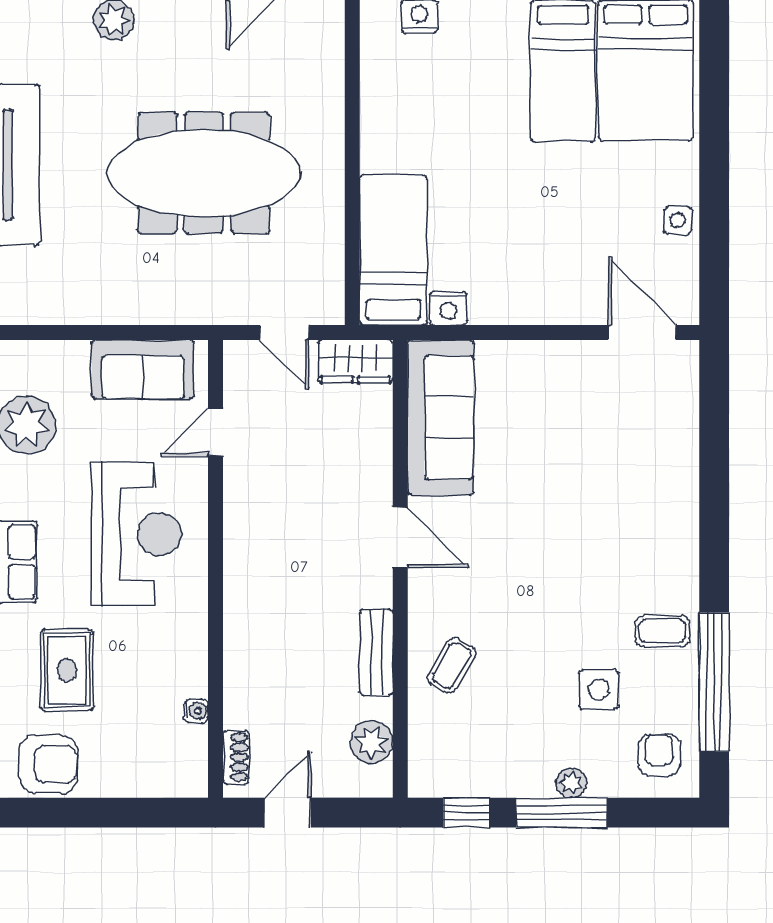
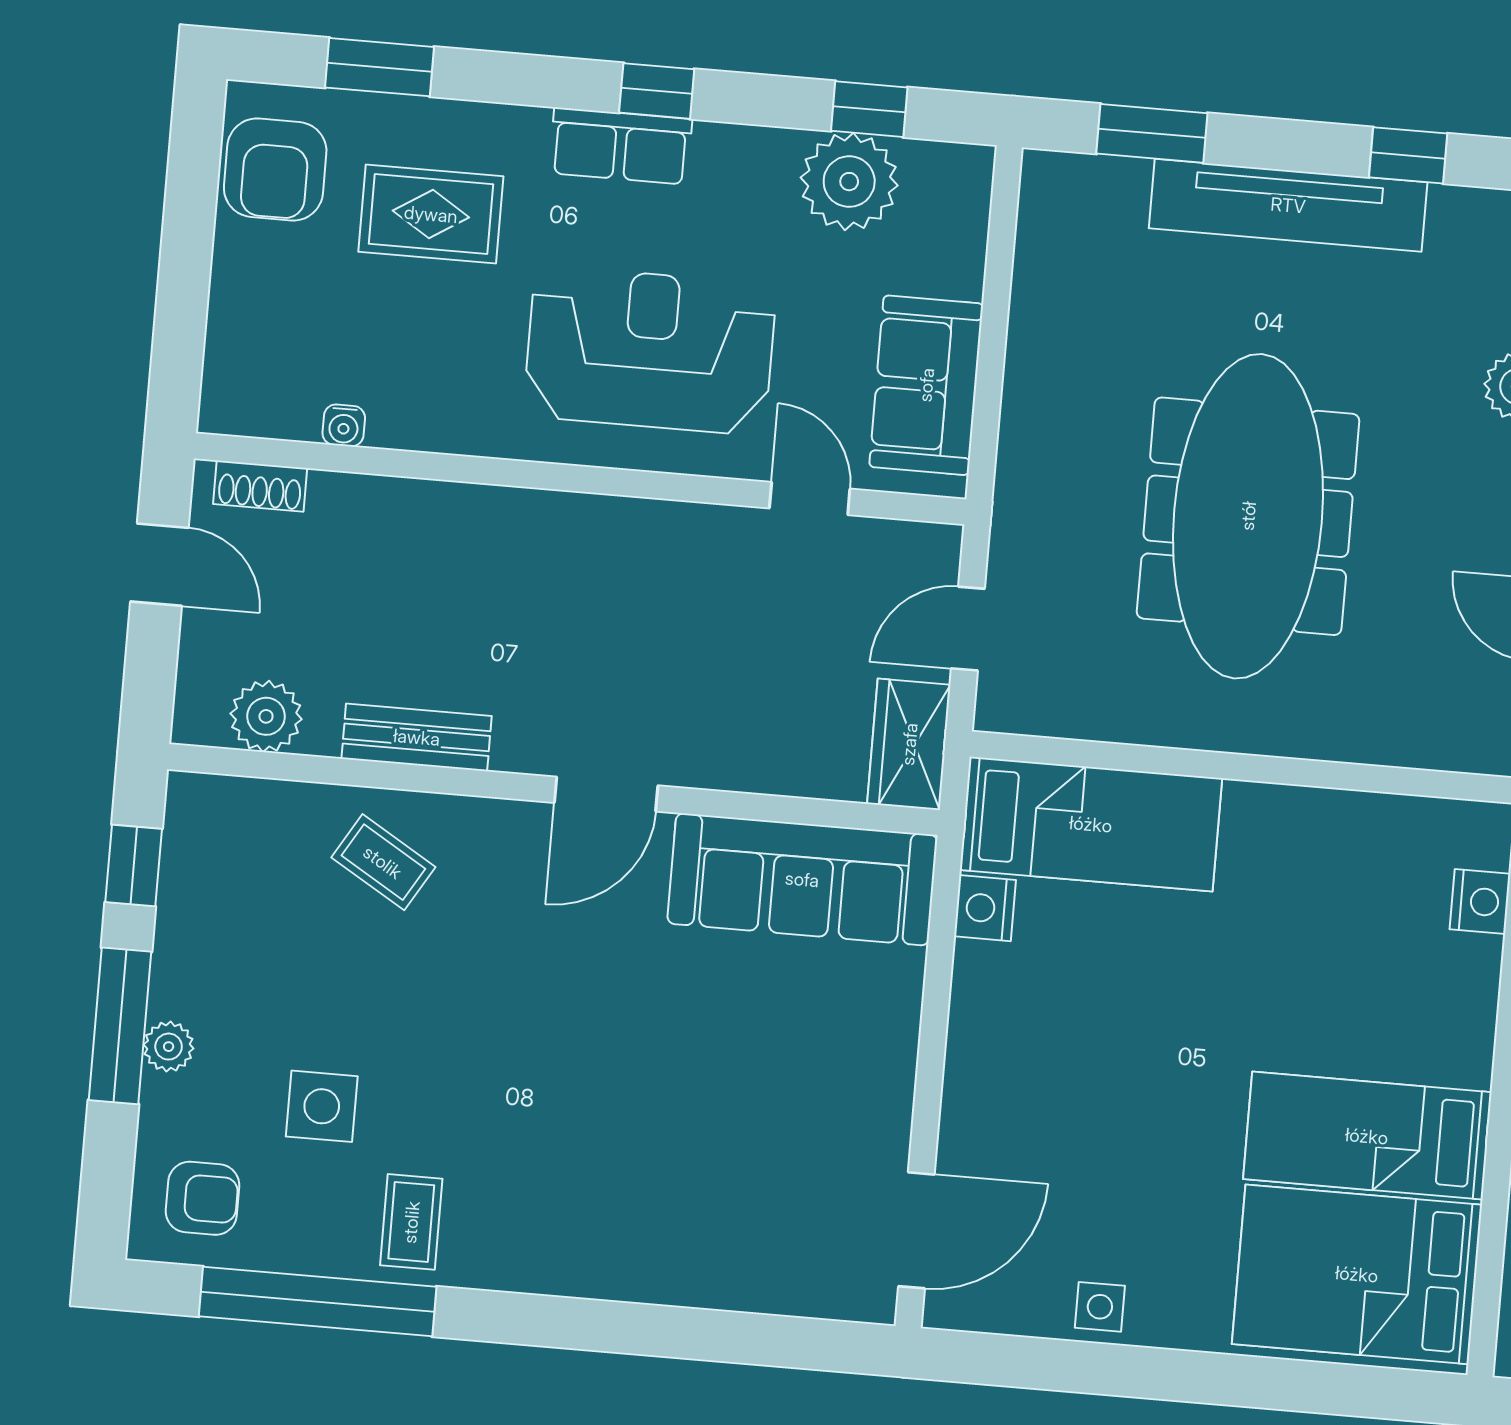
reception desk: (136, 534) -> (650, 350), turned 180

